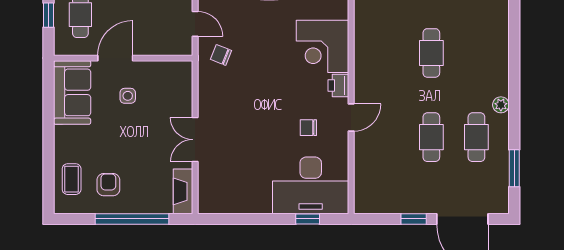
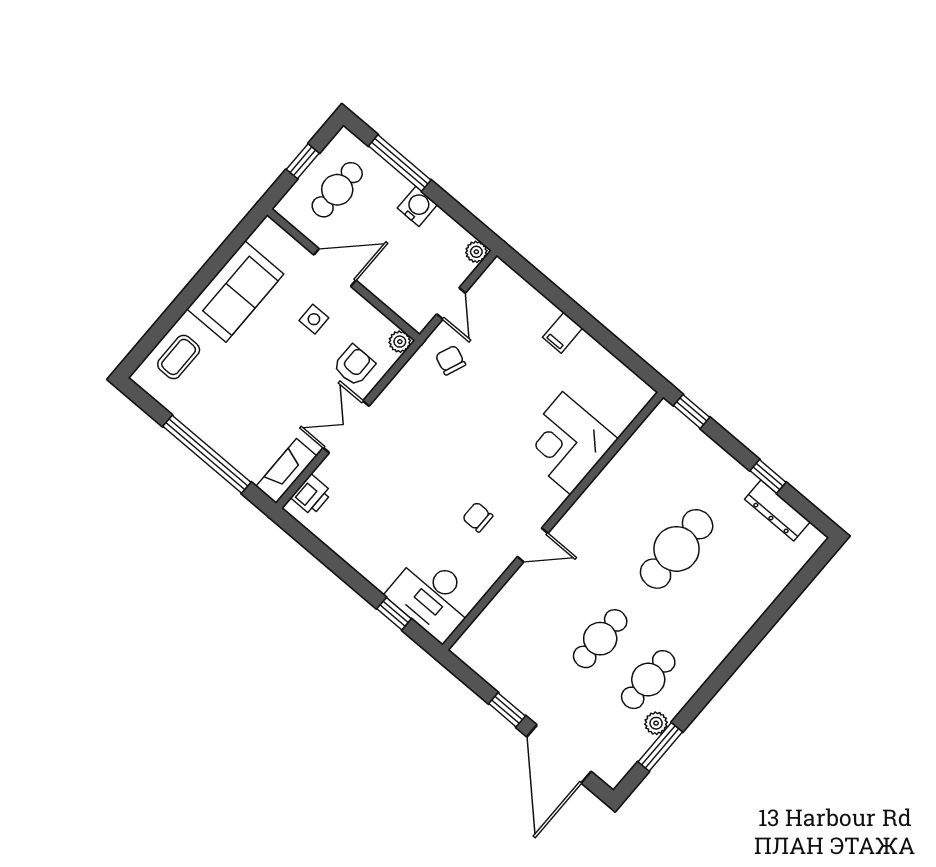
cafe table: (431, 53) -> (677, 549), width x1.37, depth x1.35
plant: (185, 68) -> (400, 342), added
printer: (338, 85) -> (312, 495), moved, turned 180
sofa: (72, 92) -> (235, 292), moved
plant: (501, 105) -> (656, 723), moved
armchair: (108, 185) -> (354, 365), moved
desk: (311, 185) -> (433, 597), width x0.73, depth x0.77

